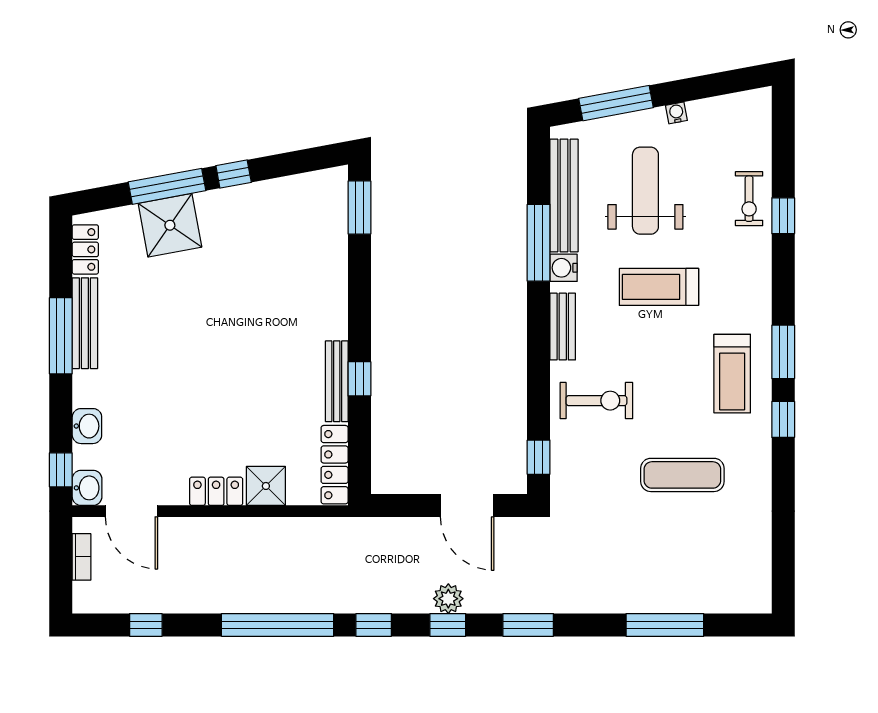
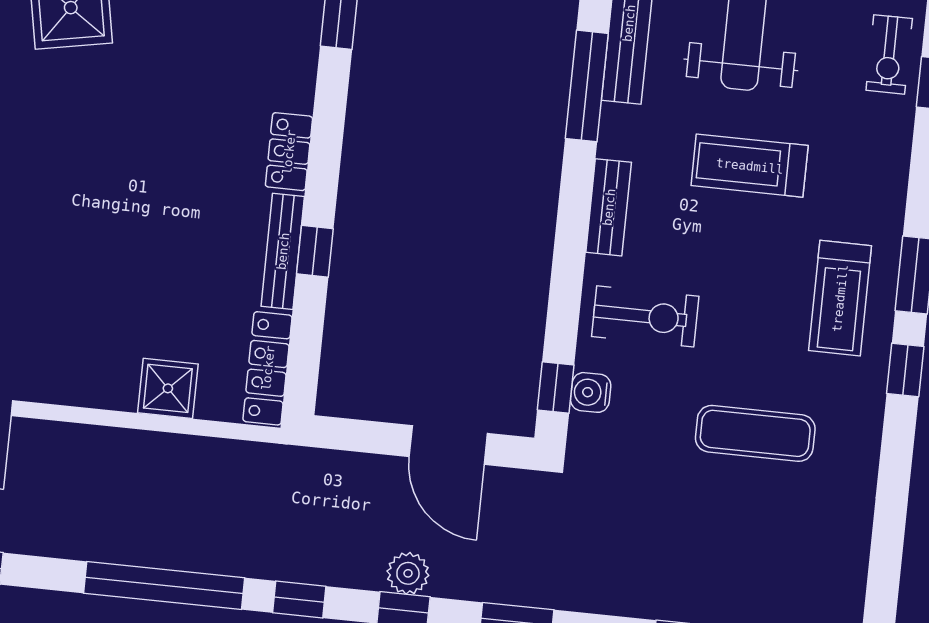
water cooler: (564, 268) -> (591, 392), moved
locker: (216, 491) -> (289, 152), moved, turned -90

